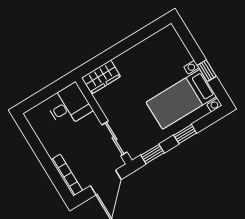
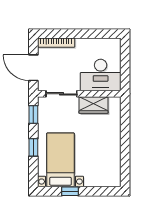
wardrobe: (101, 77) -> (93, 105), moved, turned -90
desk: (69, 106) -> (101, 75), width x1.37

